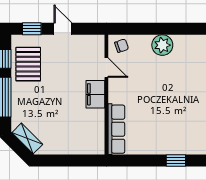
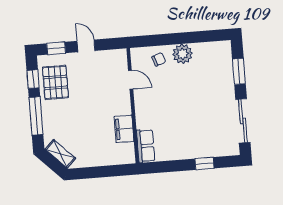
chair: (122, 46) -> (159, 59), moved
filing cabinet: (95, 94) -> (124, 129), moved
row of seats: (116, 129) -> (146, 146), width x0.68

